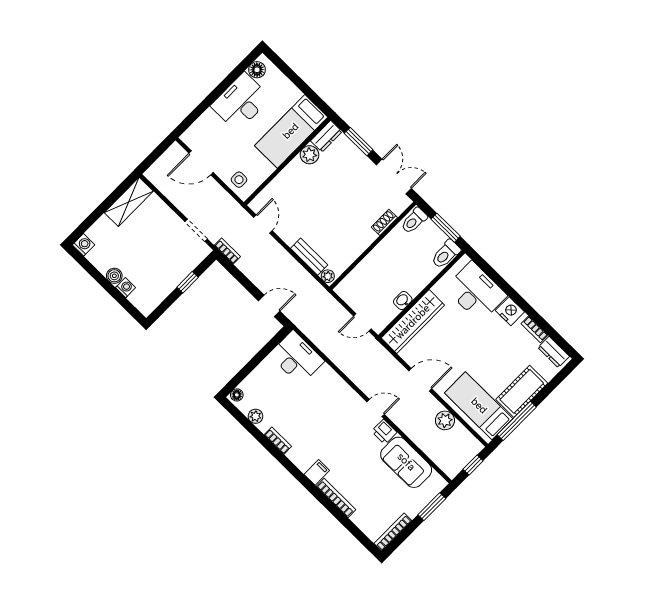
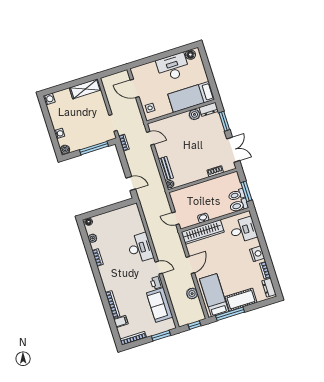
toilet: (414, 221) -> (237, 195), moved
door: (263, 224) -> (150, 138), hinge flipped
boiler: (114, 276) -> (65, 150), moved
window: (188, 282) -> (94, 148), width x2.17
desk: (476, 292) -> (243, 230), width x0.73
desk: (297, 358) -> (140, 248), moved
door: (420, 380) -> (190, 265), hinge flipped
filing cabinet: (317, 472) -> (121, 321), moved

